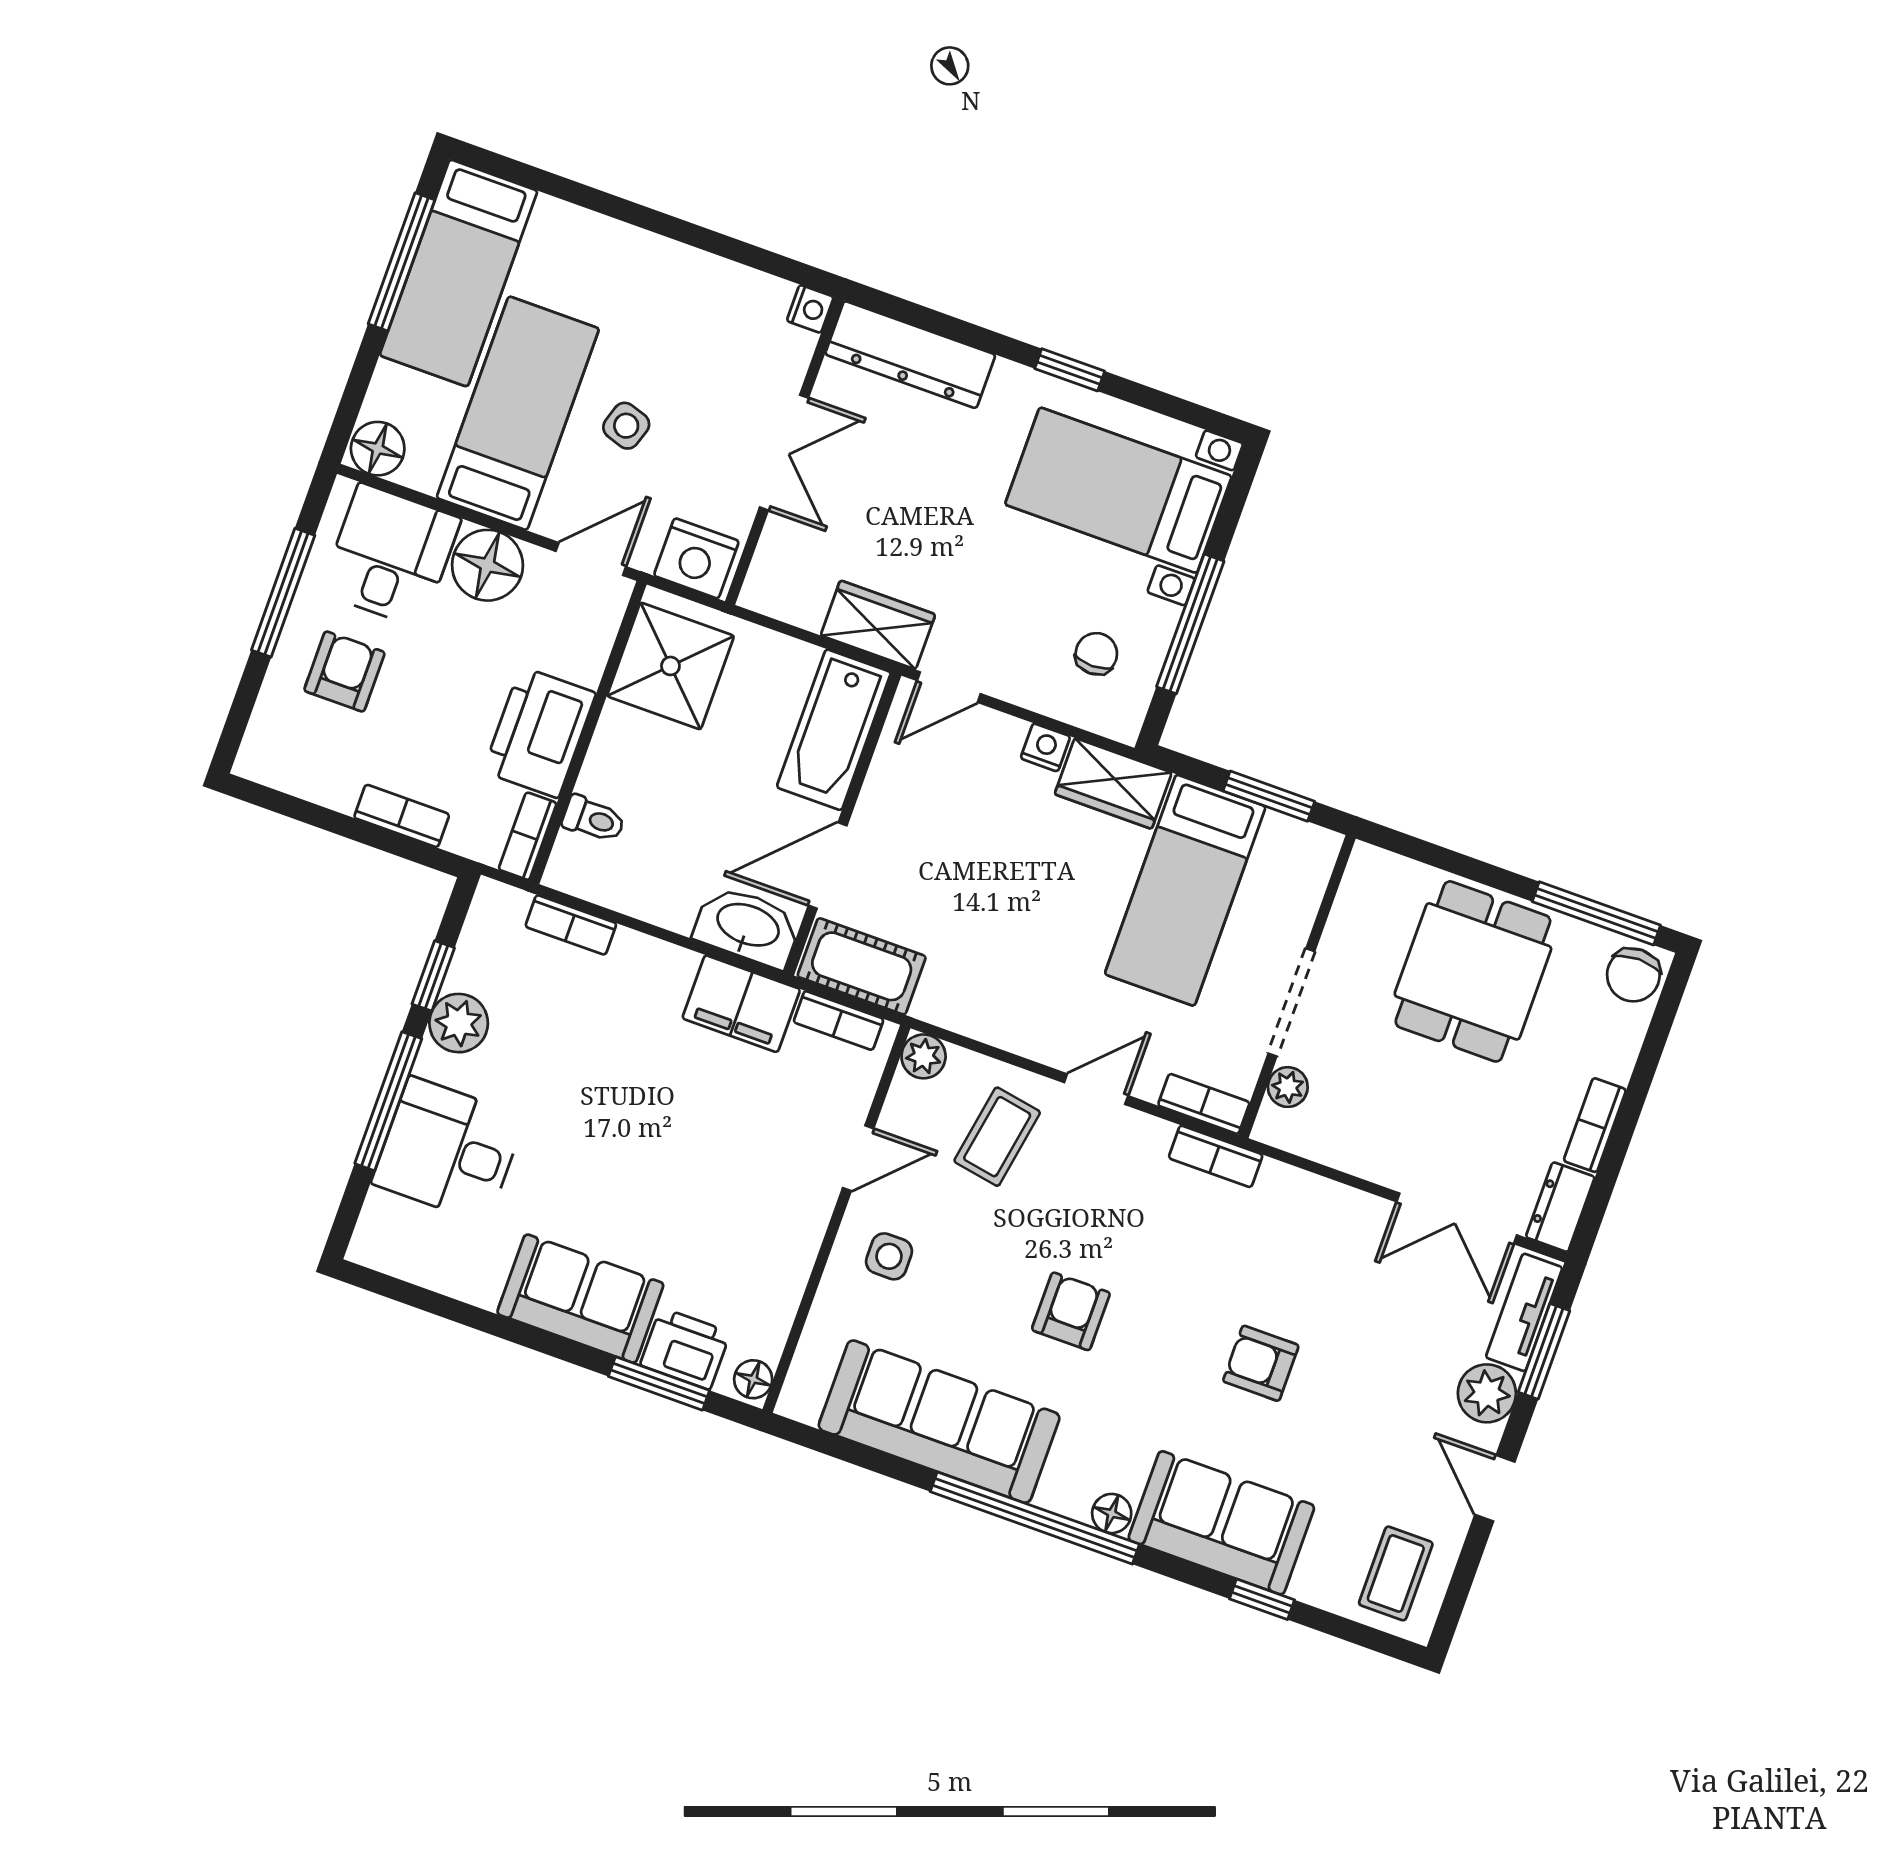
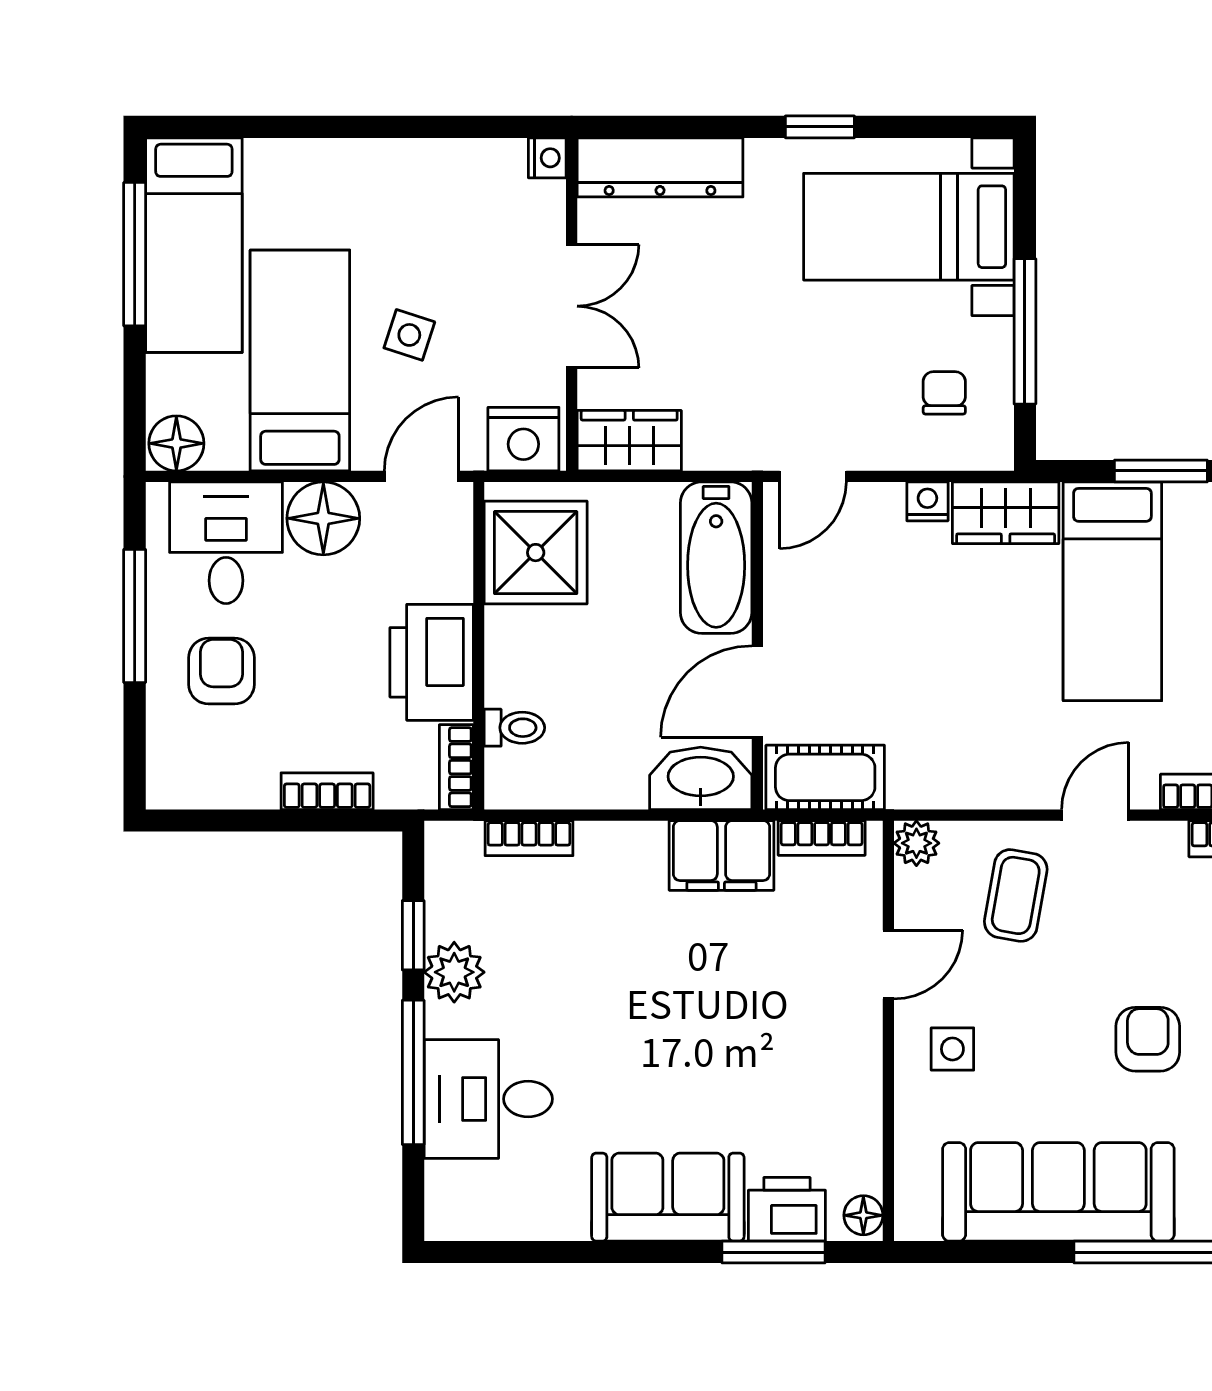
wardrobe: (878, 625) -> (629, 441), moved

